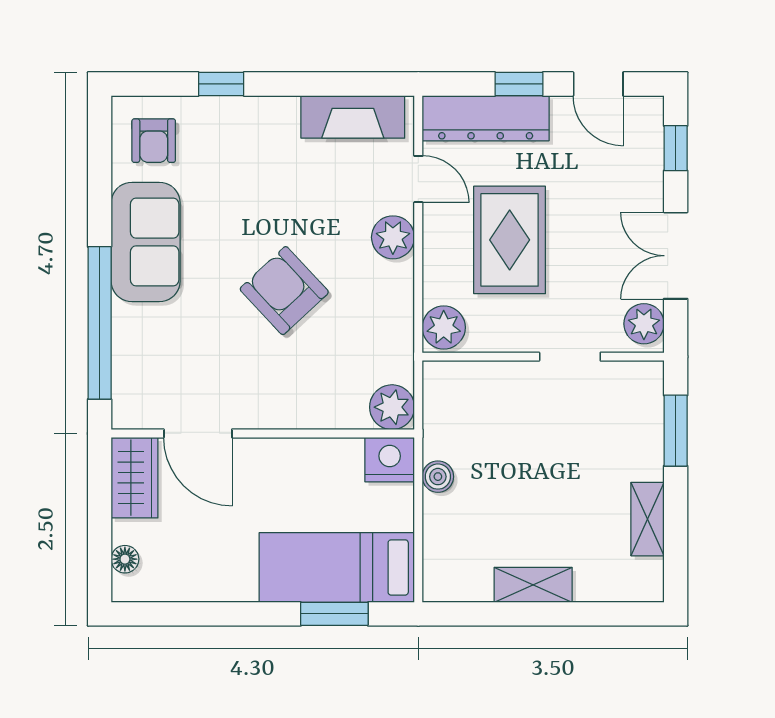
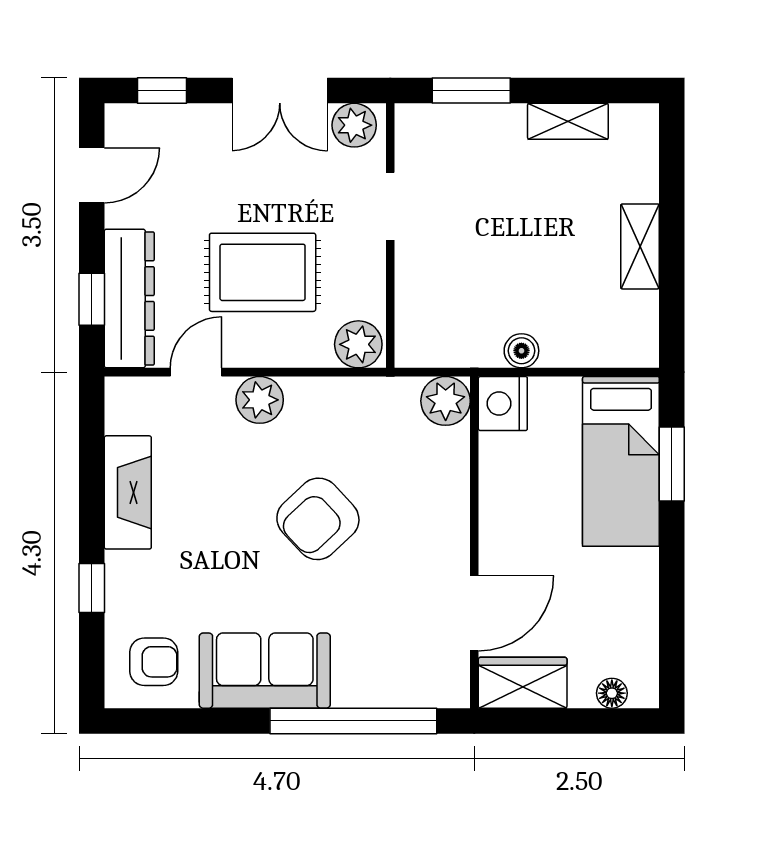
window: (519, 84) -> (92, 299), moved
fireplace: (353, 117) -> (128, 492), moved

